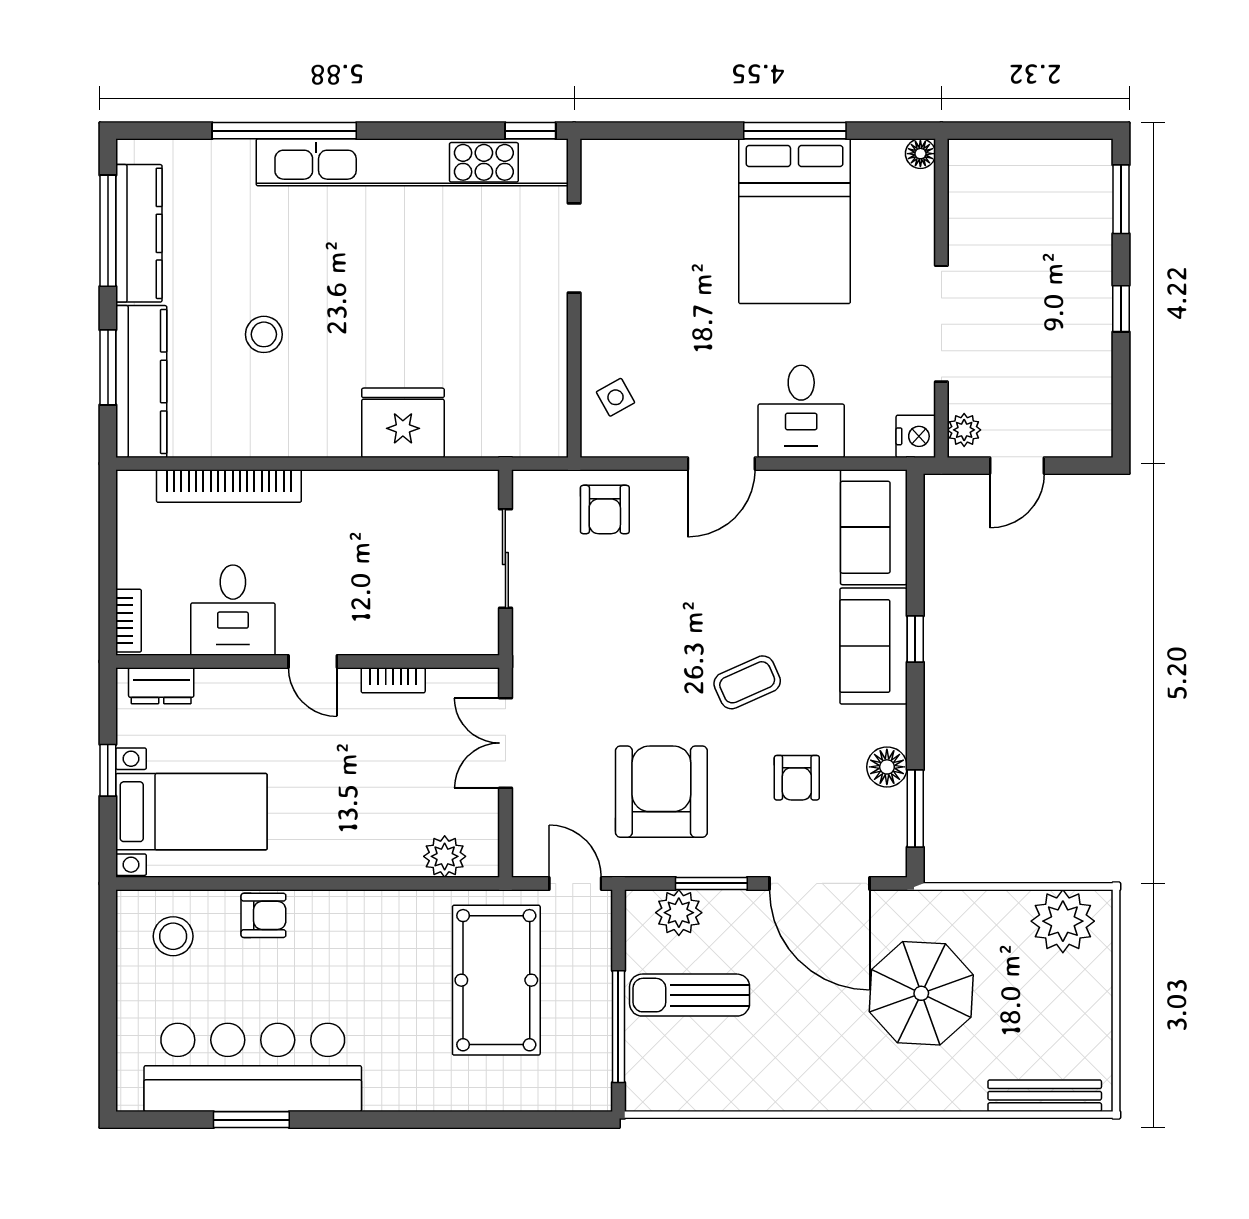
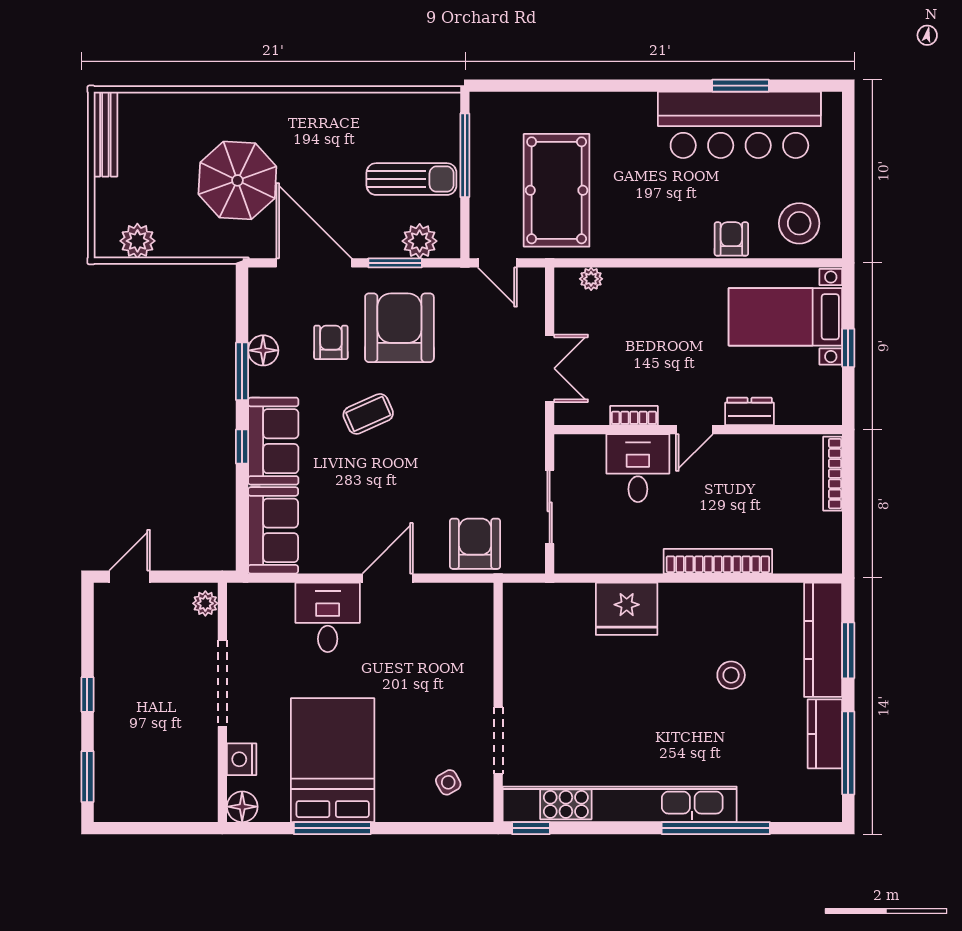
floor lamp: (920, 154) -> (242, 807), width x1.37, depth x1.37
kitchen counter: (139, 233) -> (825, 734), width x0.67
side table: (616, 397) -> (448, 782), moved
nightstand: (916, 436) -> (242, 759), moved
door: (1017, 466) -> (130, 577), moved
bookcase: (229, 486) -> (718, 561), moved
armchair: (605, 510) -> (475, 544), width x1.38, depth x1.38
desk: (233, 610) -> (638, 468), moved
bookcase: (129, 621) -> (833, 474), width x1.56
door: (313, 661) -> (694, 430), swing flipped
dresser: (161, 686) -> (749, 411), moved
armchair: (661, 792) -> (399, 328), moved, turned 180
window: (915, 809) -> (242, 371), moved
plant: (445, 856) -> (591, 279), width x0.73, depth x0.73
armchair: (263, 915) -> (731, 239), turned 90
plant: (1063, 921) -> (137, 241), width x0.73, depth x0.73
stool: (173, 936) -> (799, 223), width x1.38, depth x1.38
bench: (1045, 1096) -> (105, 134), moved, turned 90

